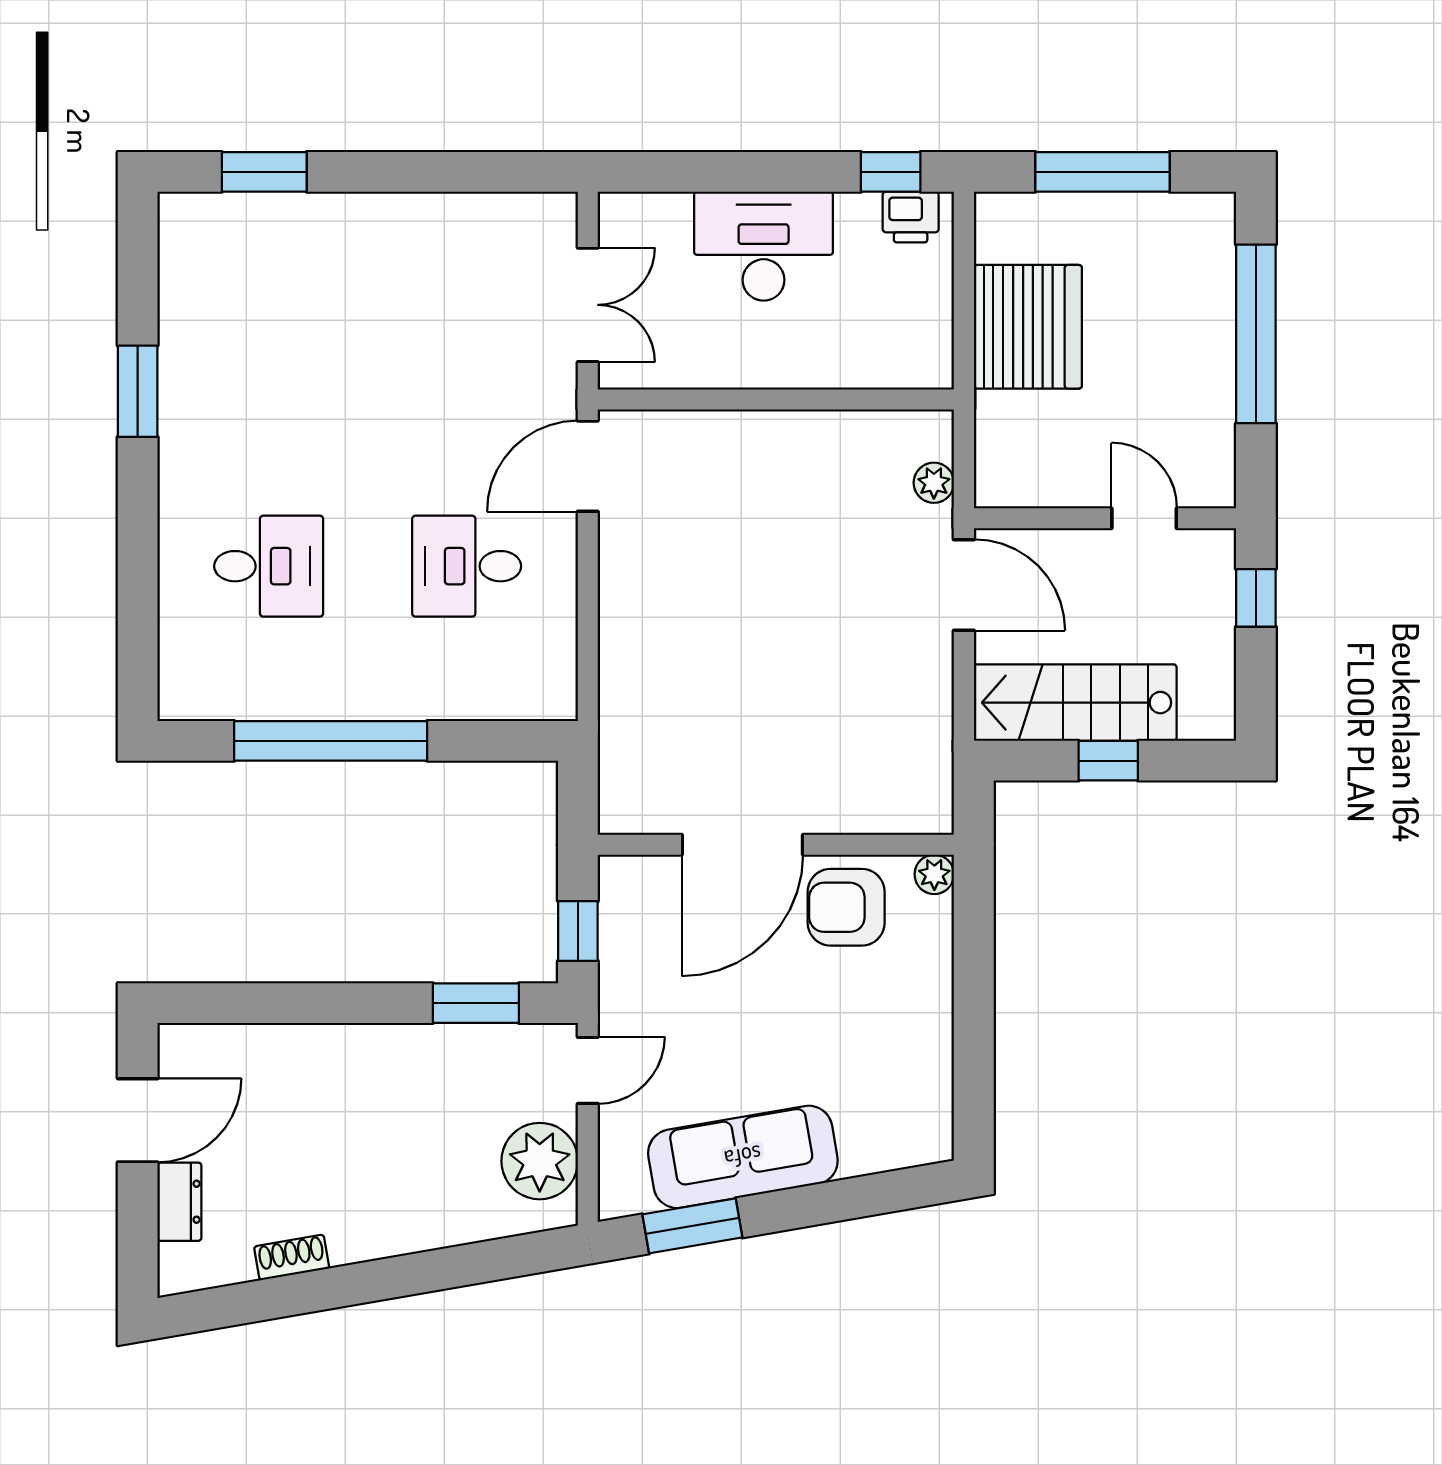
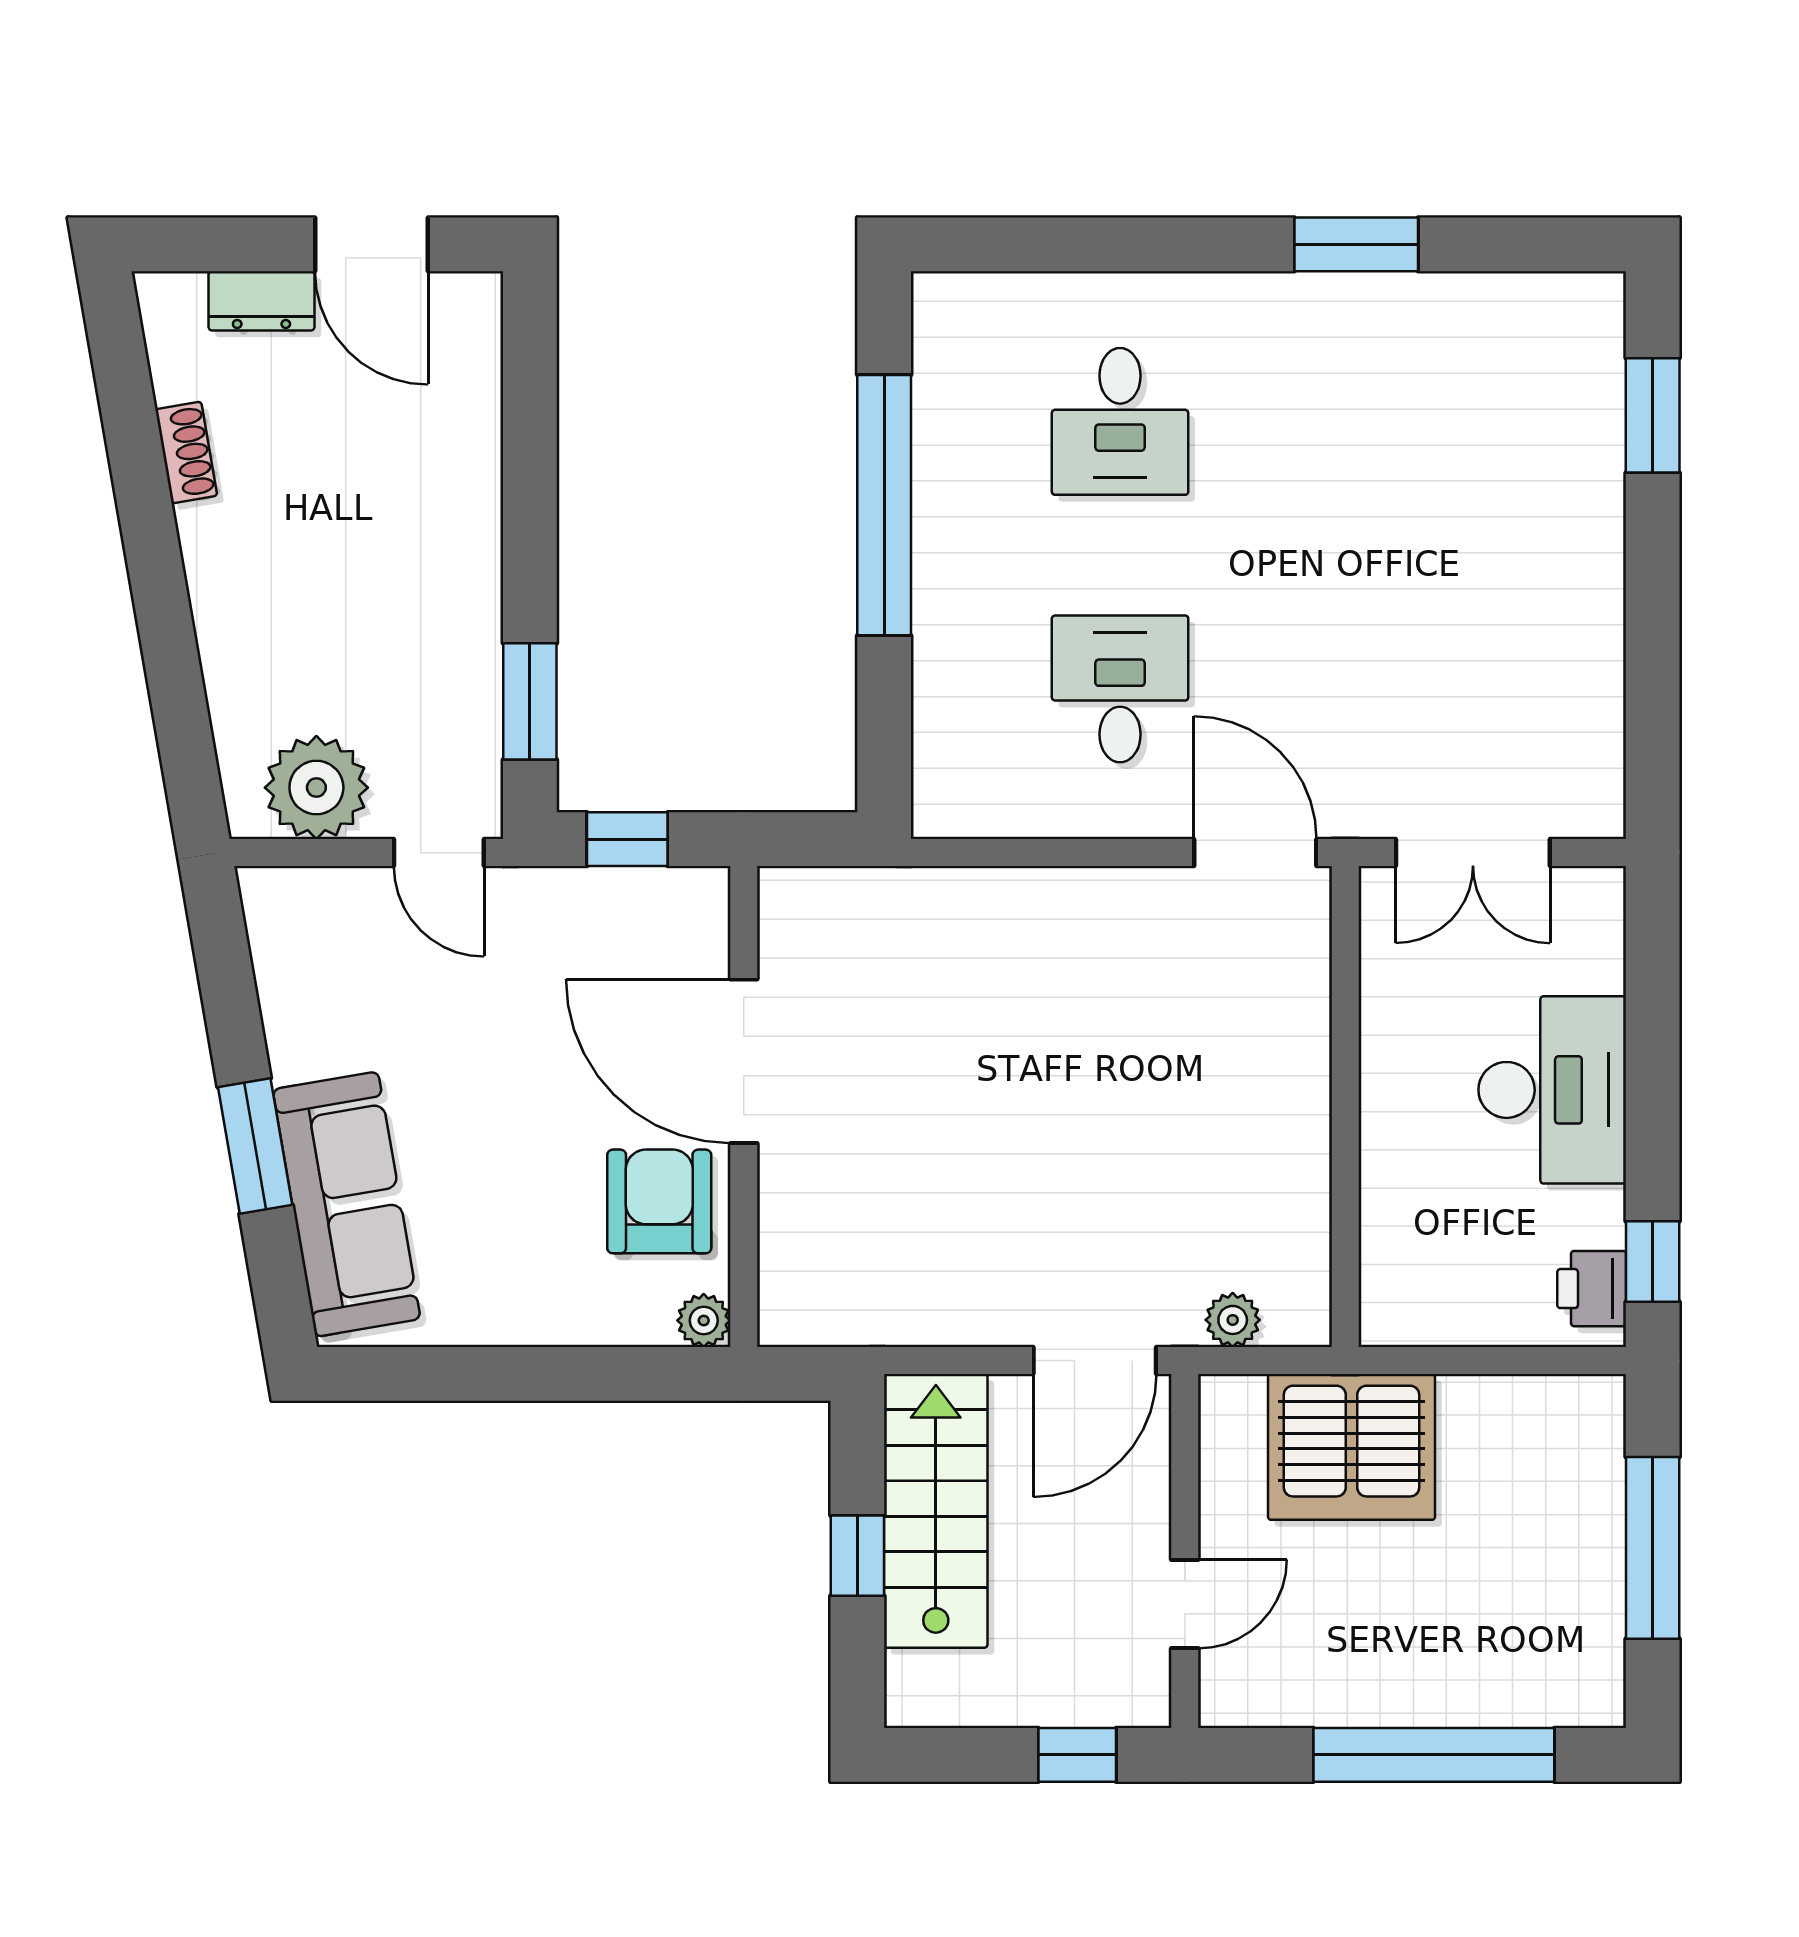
server rack: (1028, 327) -> (1351, 1447), moved
sofa: (743, 1157) -> (347, 1204), moved
window: (692, 1226) -> (255, 1146), moved

